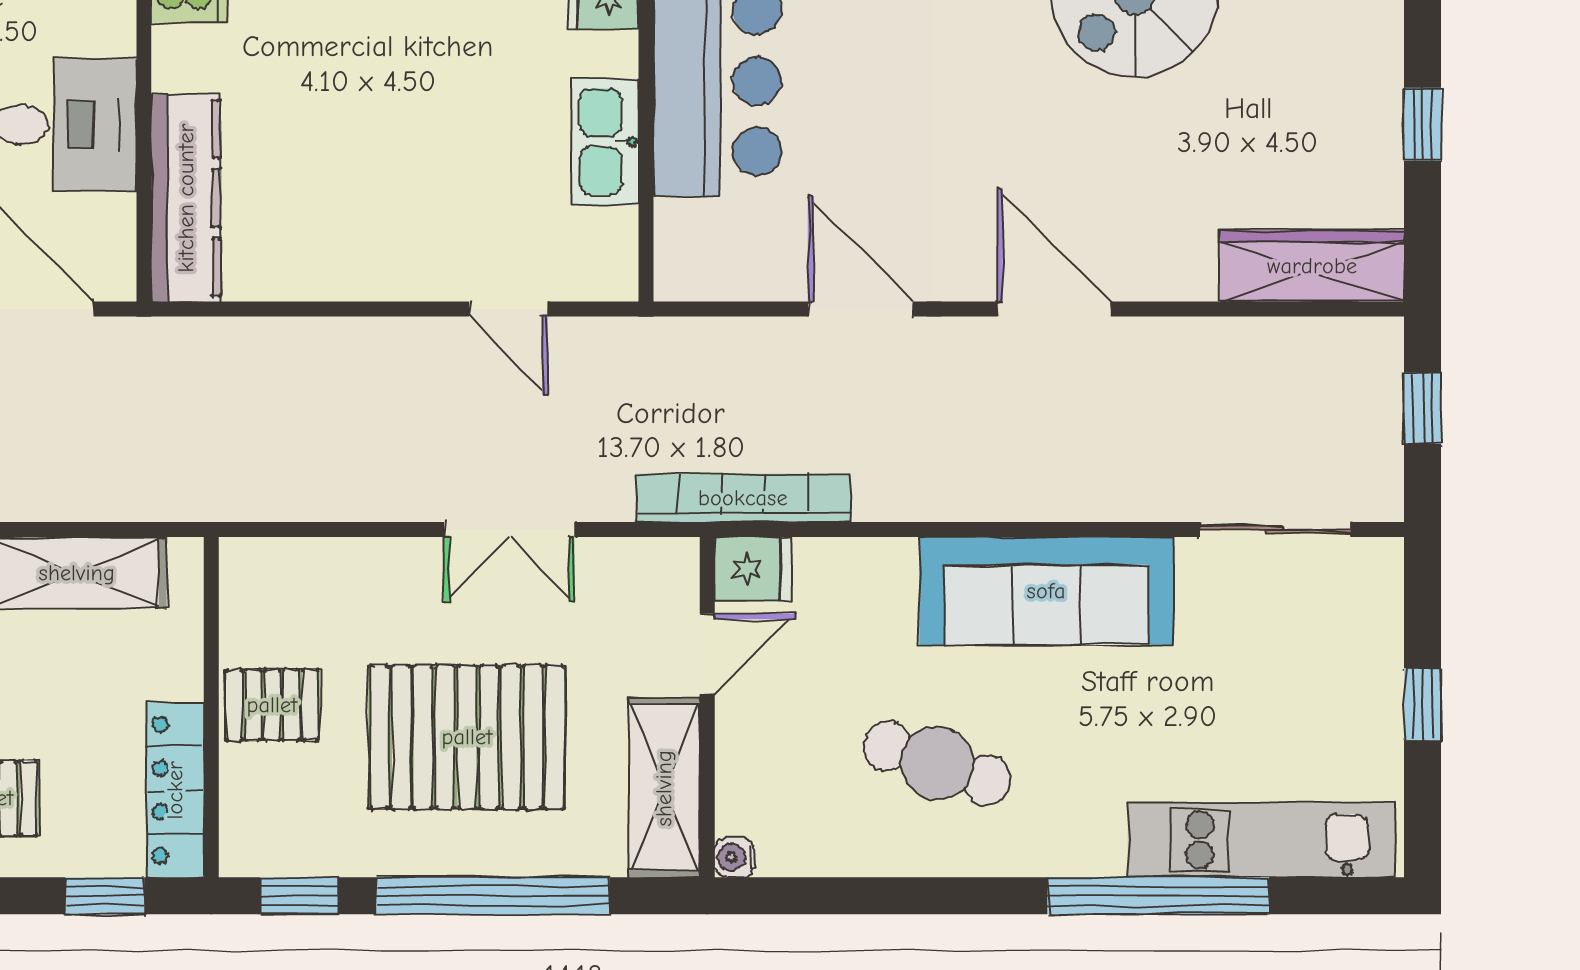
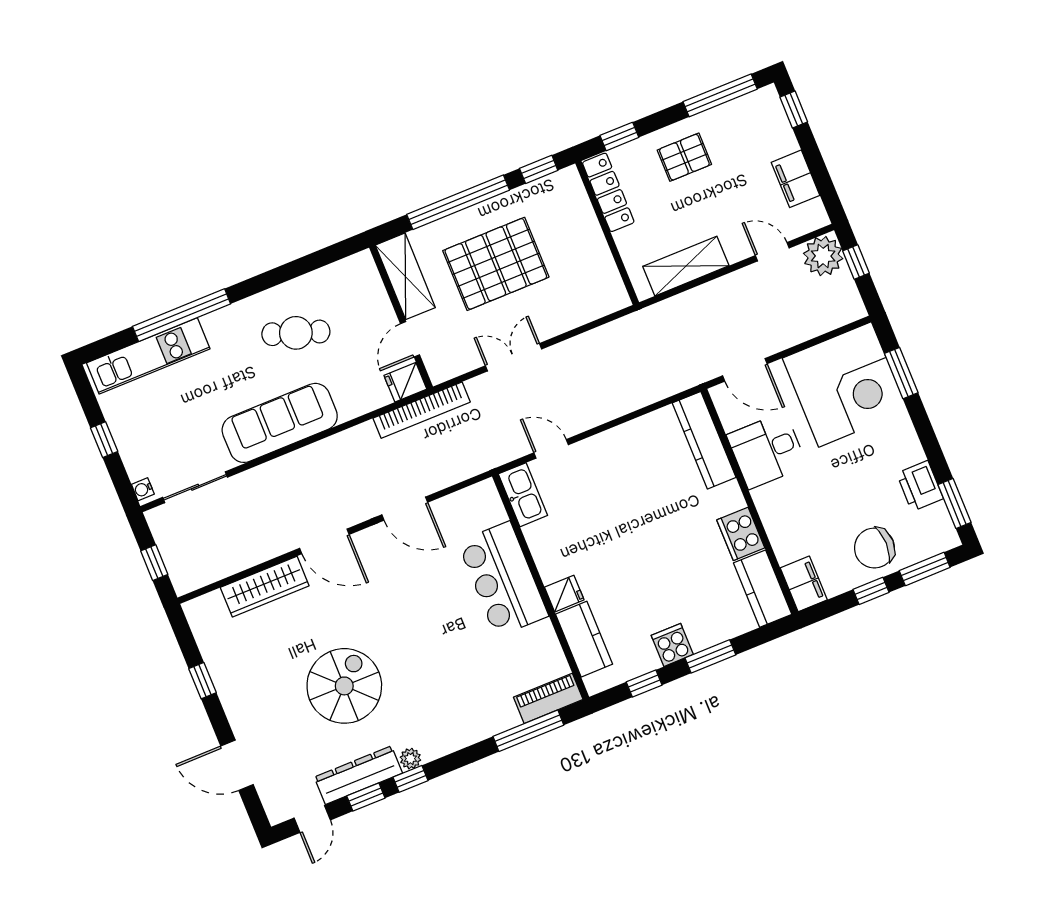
kitchen sink: (605, 142) -> (523, 495), moved
wardrobe: (1312, 266) -> (265, 587), moved
pallet: (272, 705) -> (582, 244), removed
water cooler: (734, 857) -> (143, 489), moved, turned 180

